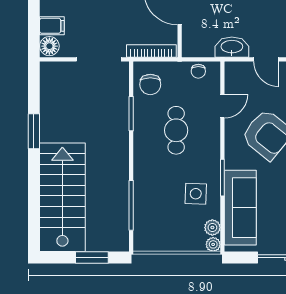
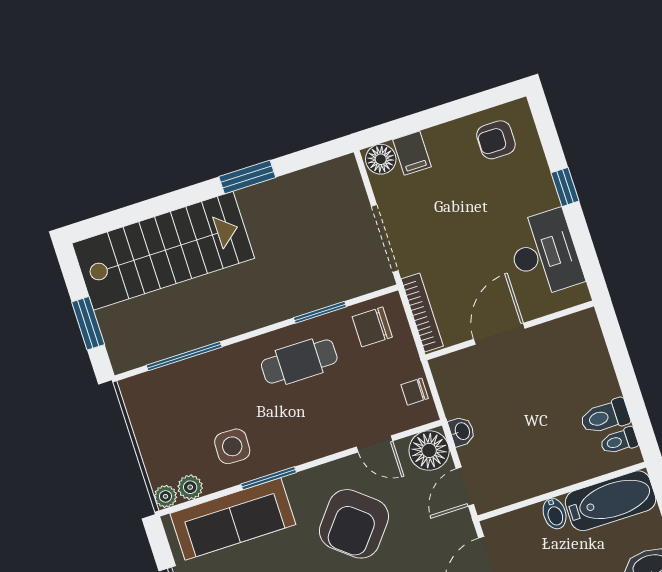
washbasin: (232, 47) -> (462, 431), width x0.52, depth x0.69
floor lamp: (237, 74) -> (429, 451), added
cafe table: (176, 130) -> (299, 362), moved

